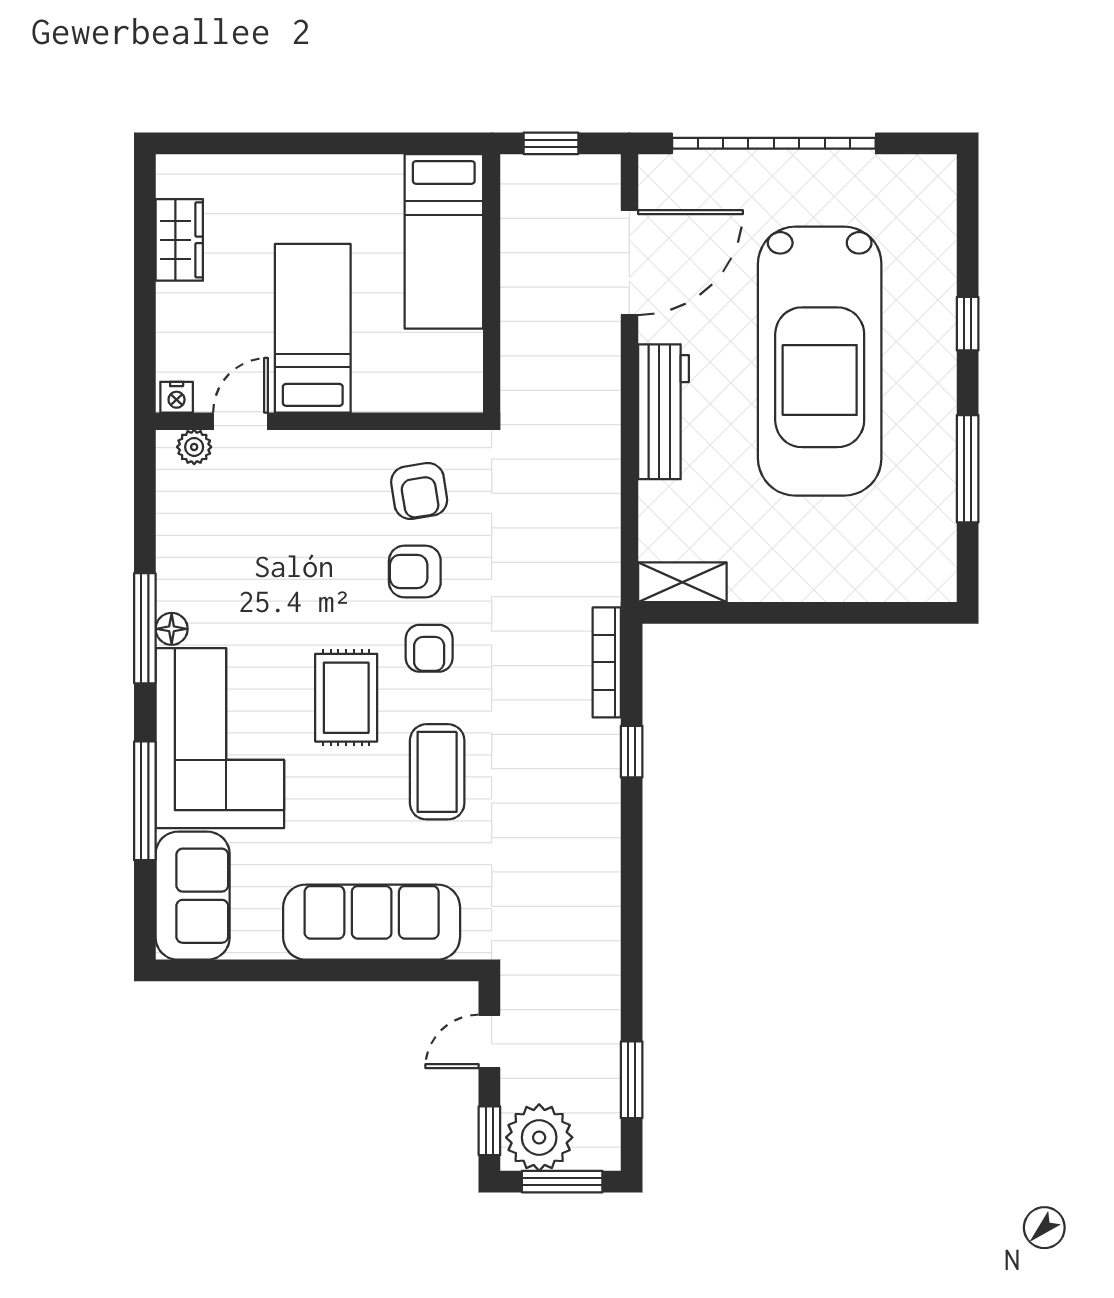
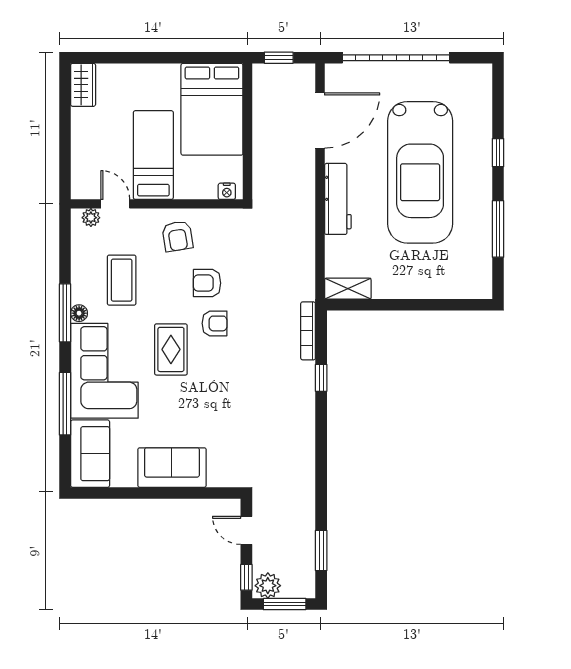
wardrobe: (179, 240) -> (83, 85), moved
bed: (444, 241) -> (212, 109), width x1.50
nightstand: (177, 397) -> (227, 191), moved
door: (241, 421) -> (115, 204), hinge flipped
armchair: (419, 491) -> (177, 236), moved
armchair: (429, 648) -> (215, 323), turned -90
coffee table: (437, 772) -> (122, 280), moved
sofa: (372, 922) -> (172, 468), width x0.73
door: (489, 1041) -> (246, 530), hinge flipped
plant: (539, 1137) -> (268, 586), width x0.73, depth x0.73

